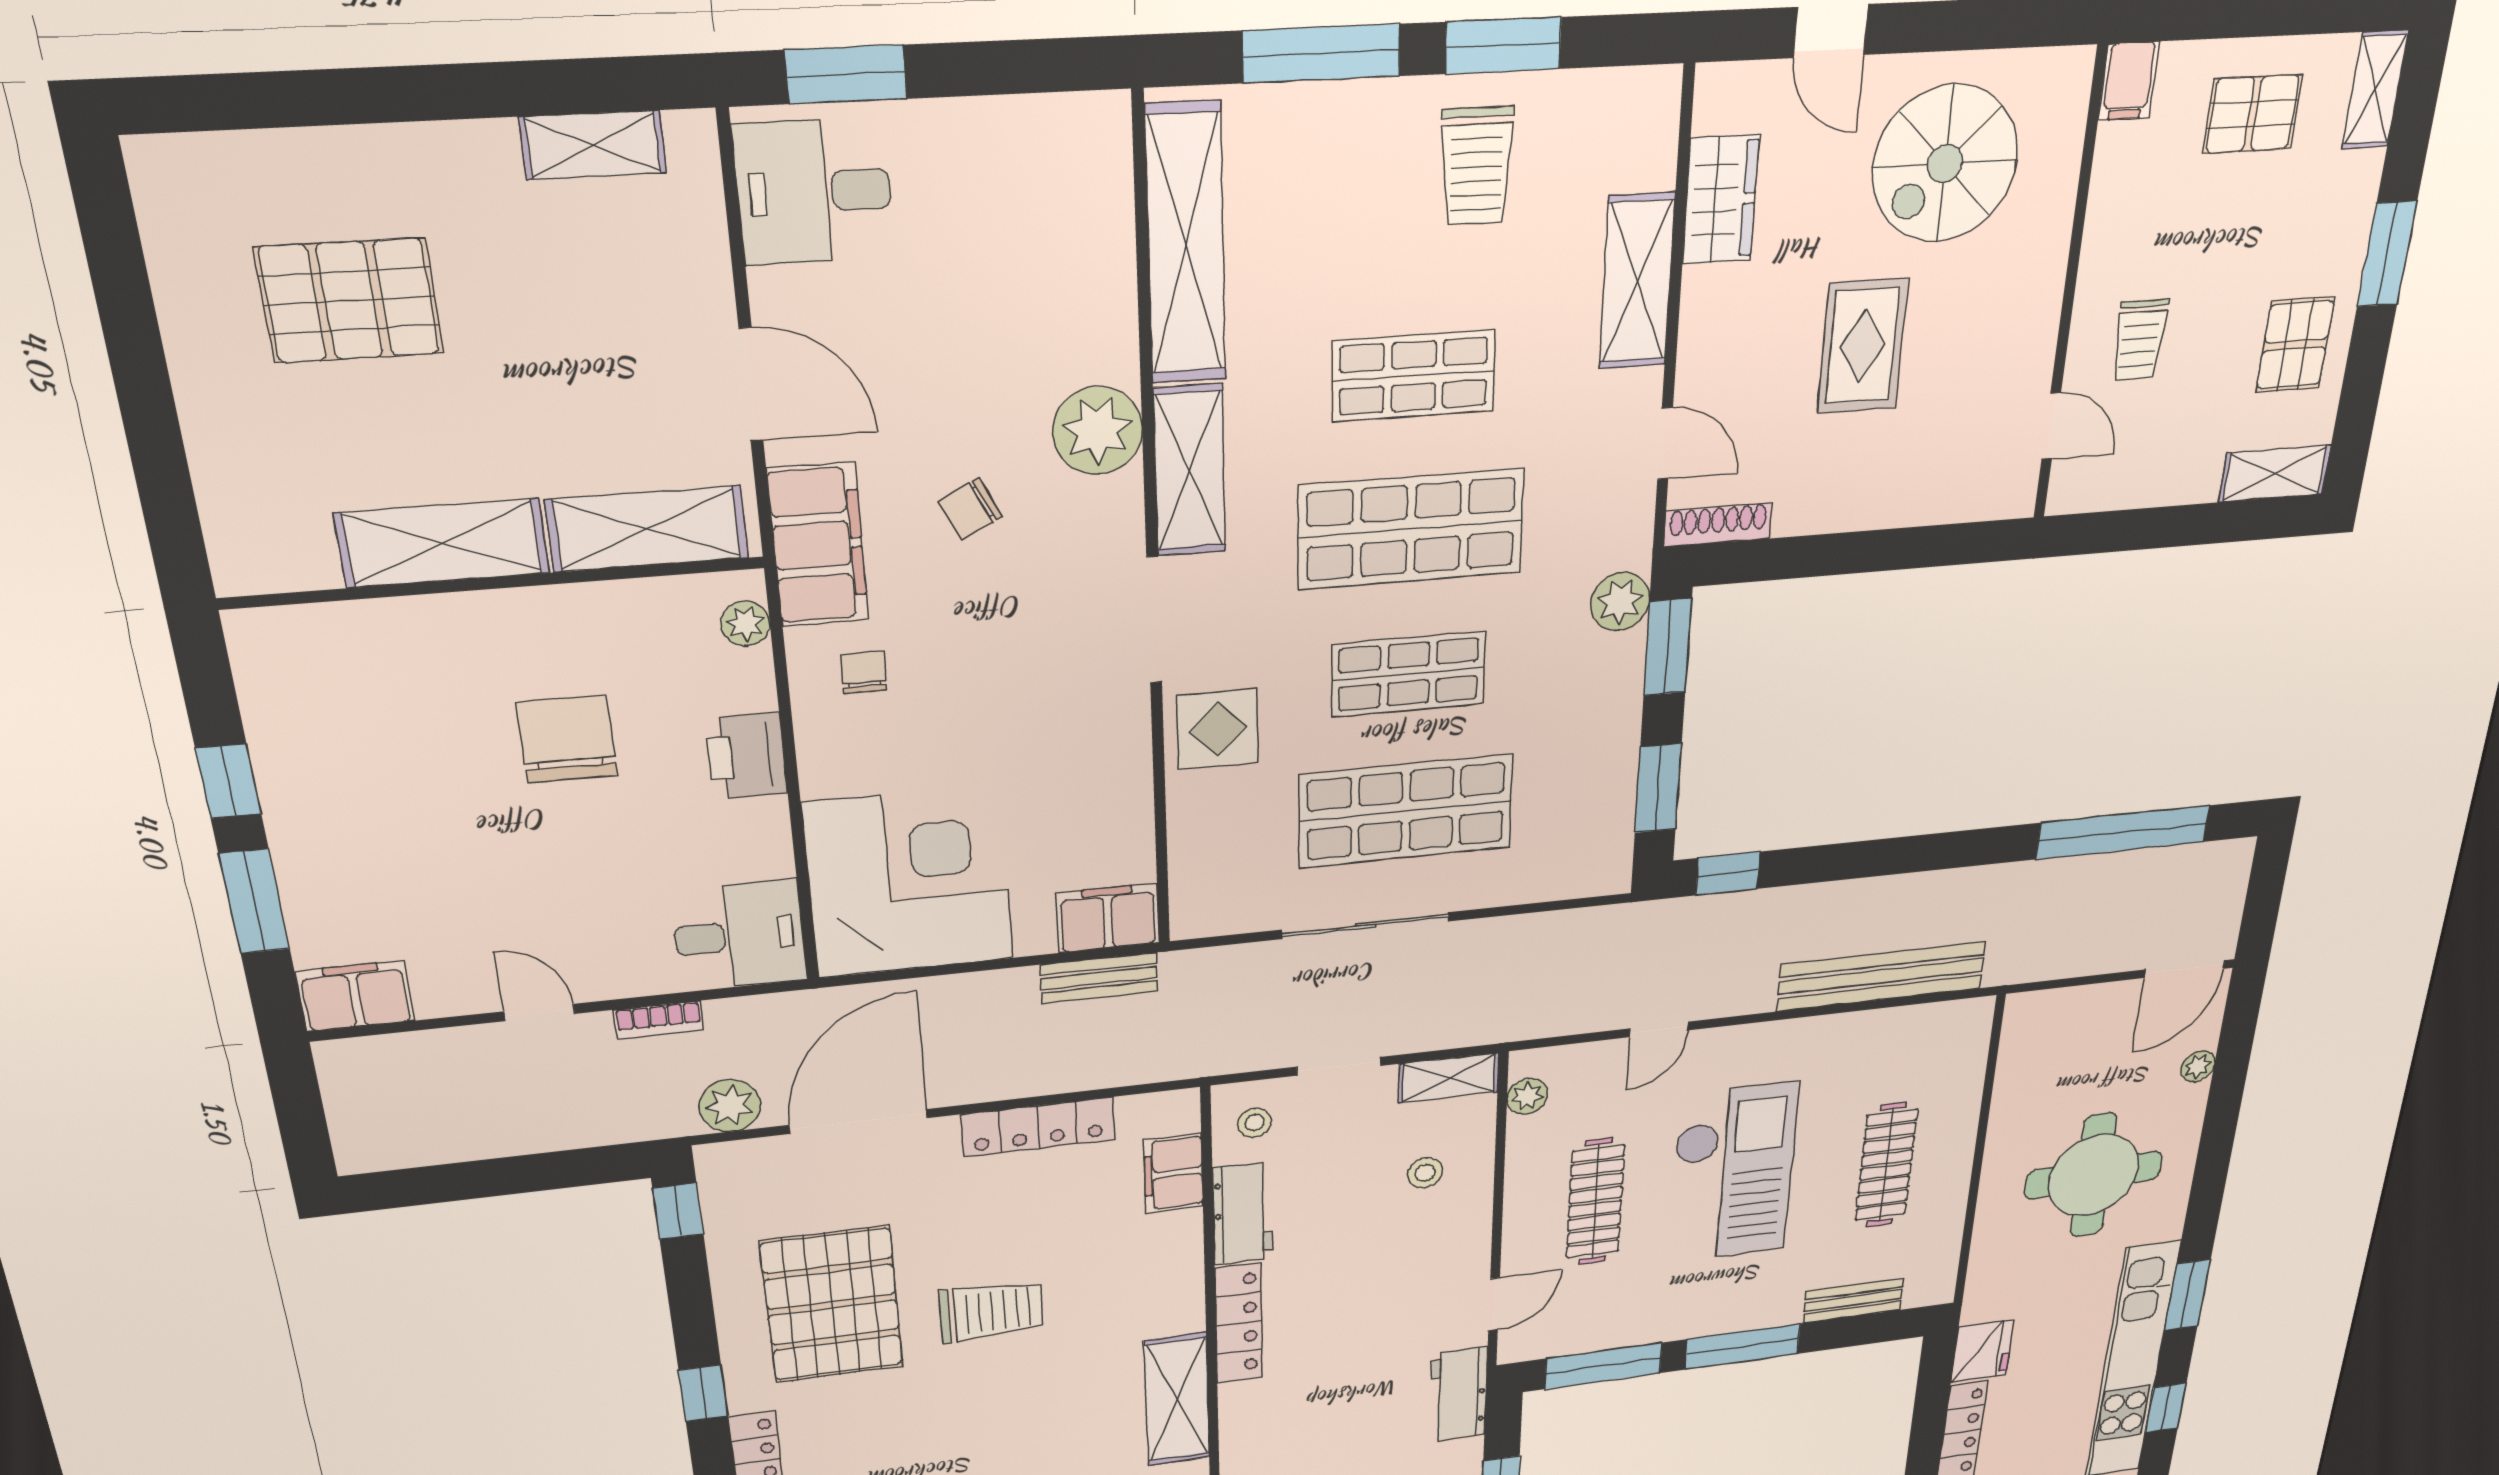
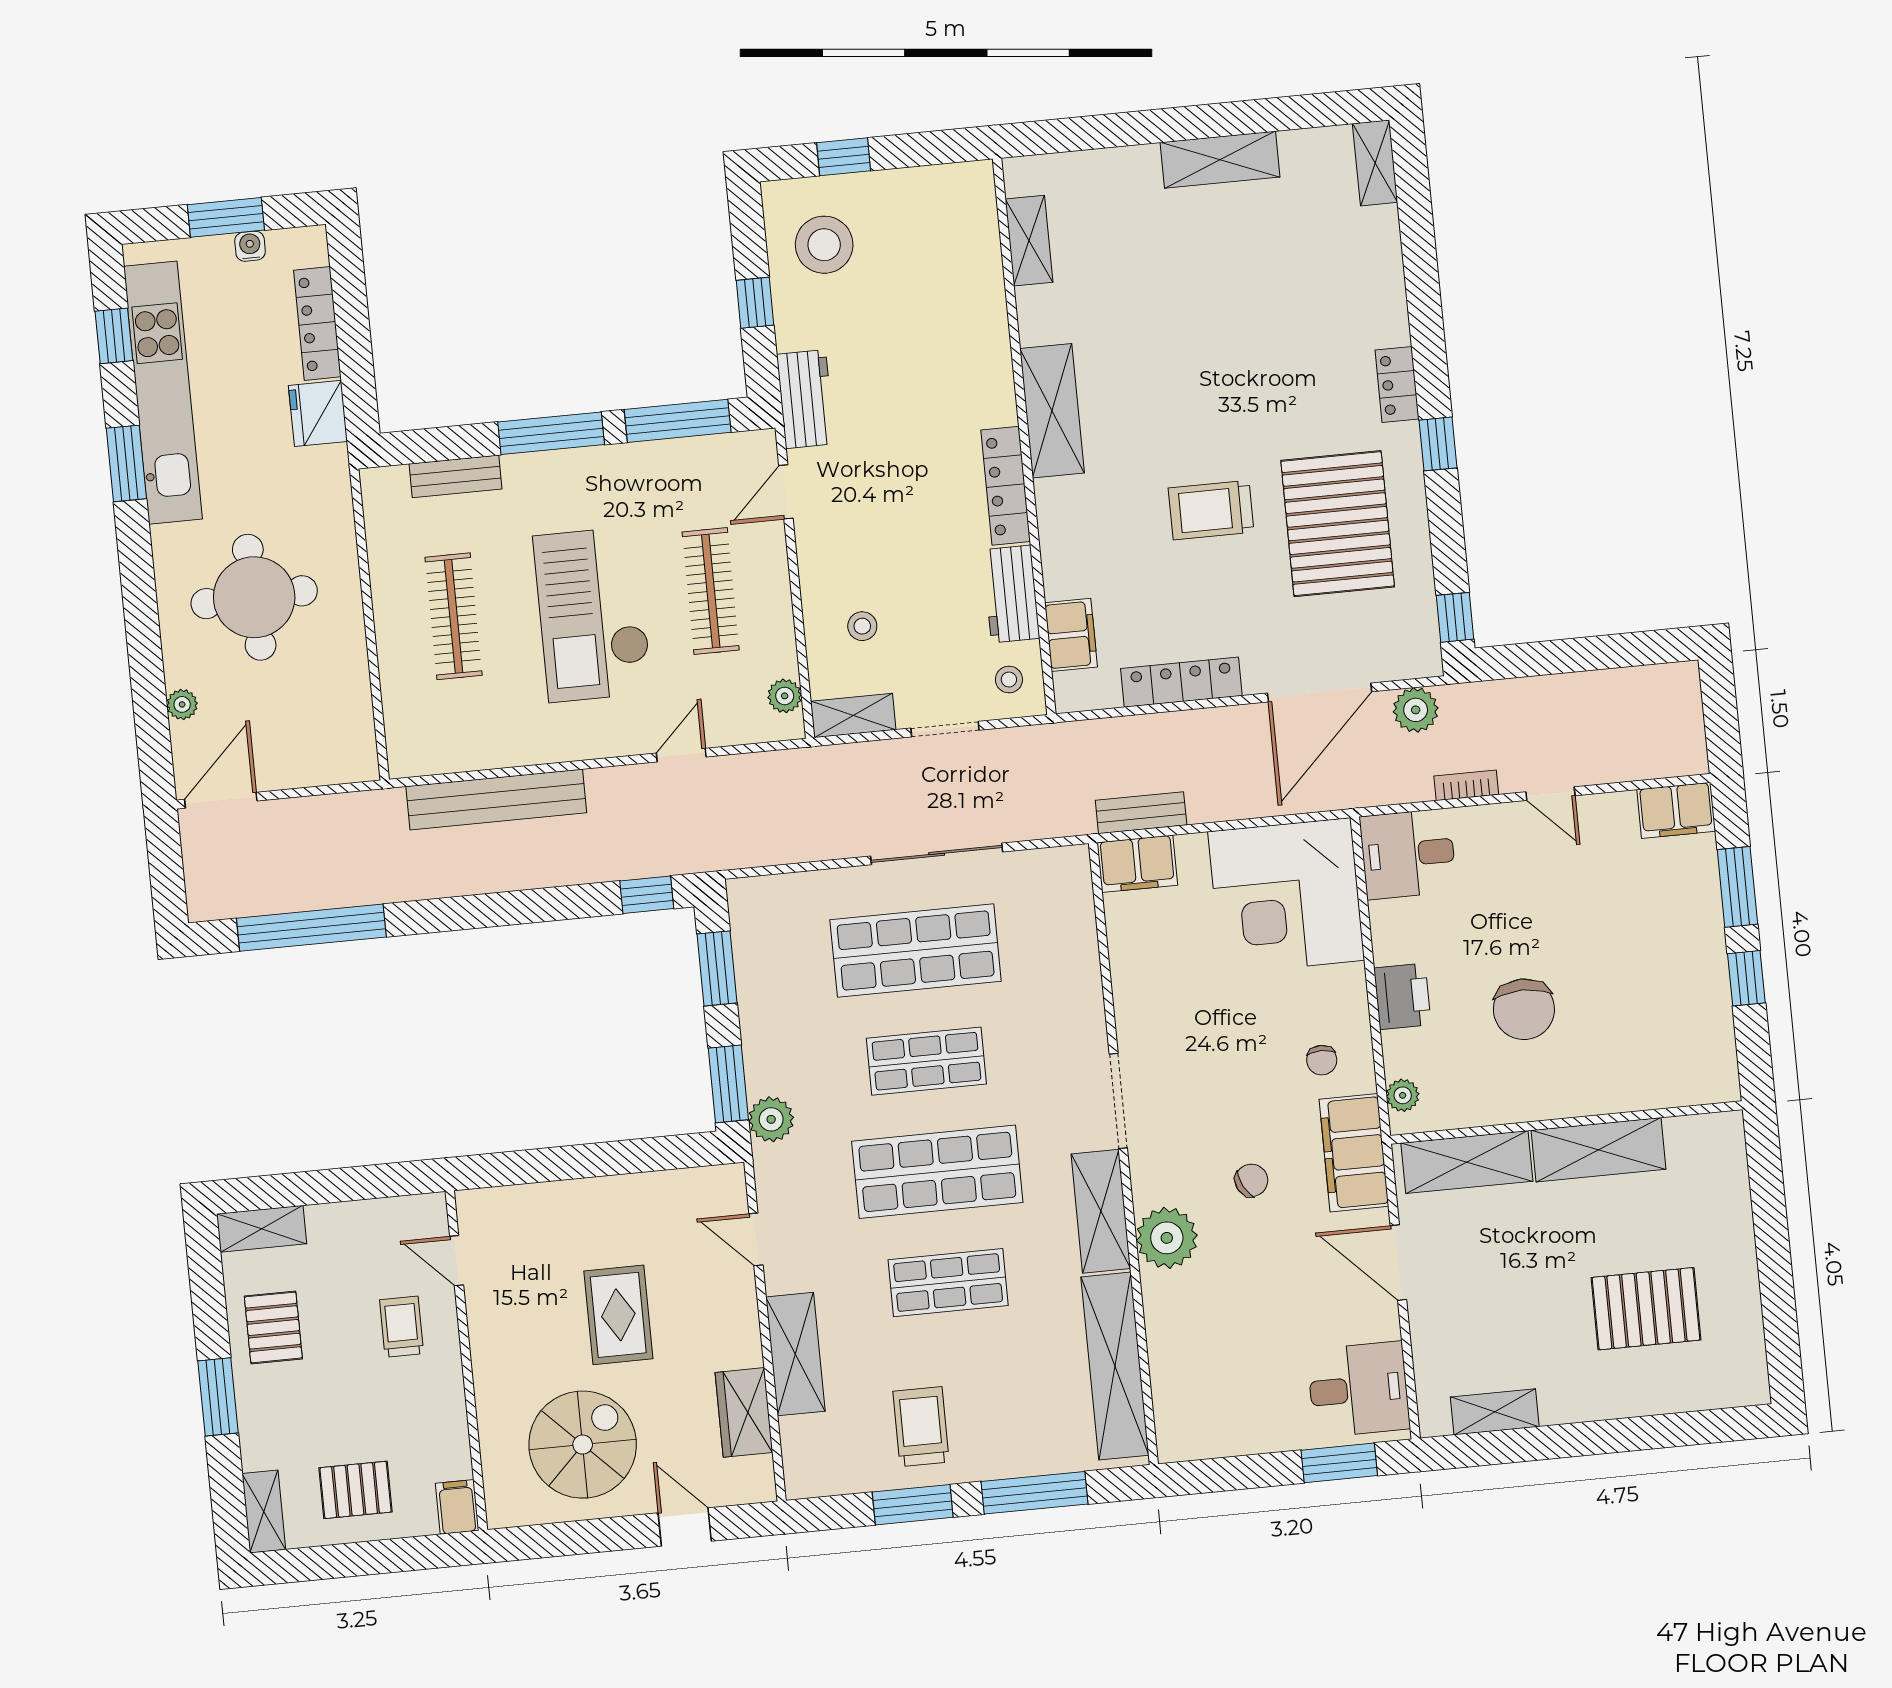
shoe rack: (1718, 525) -> (705, 1180), removed
display table: (1218, 729) -> (1065, 1017), removed

